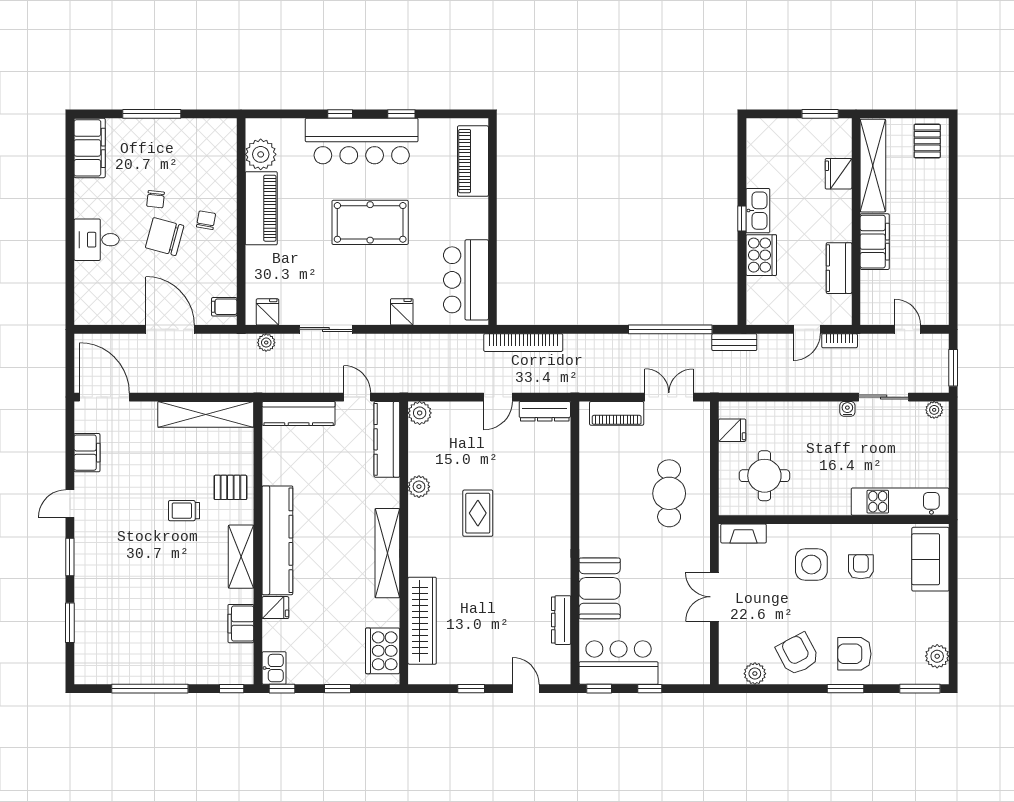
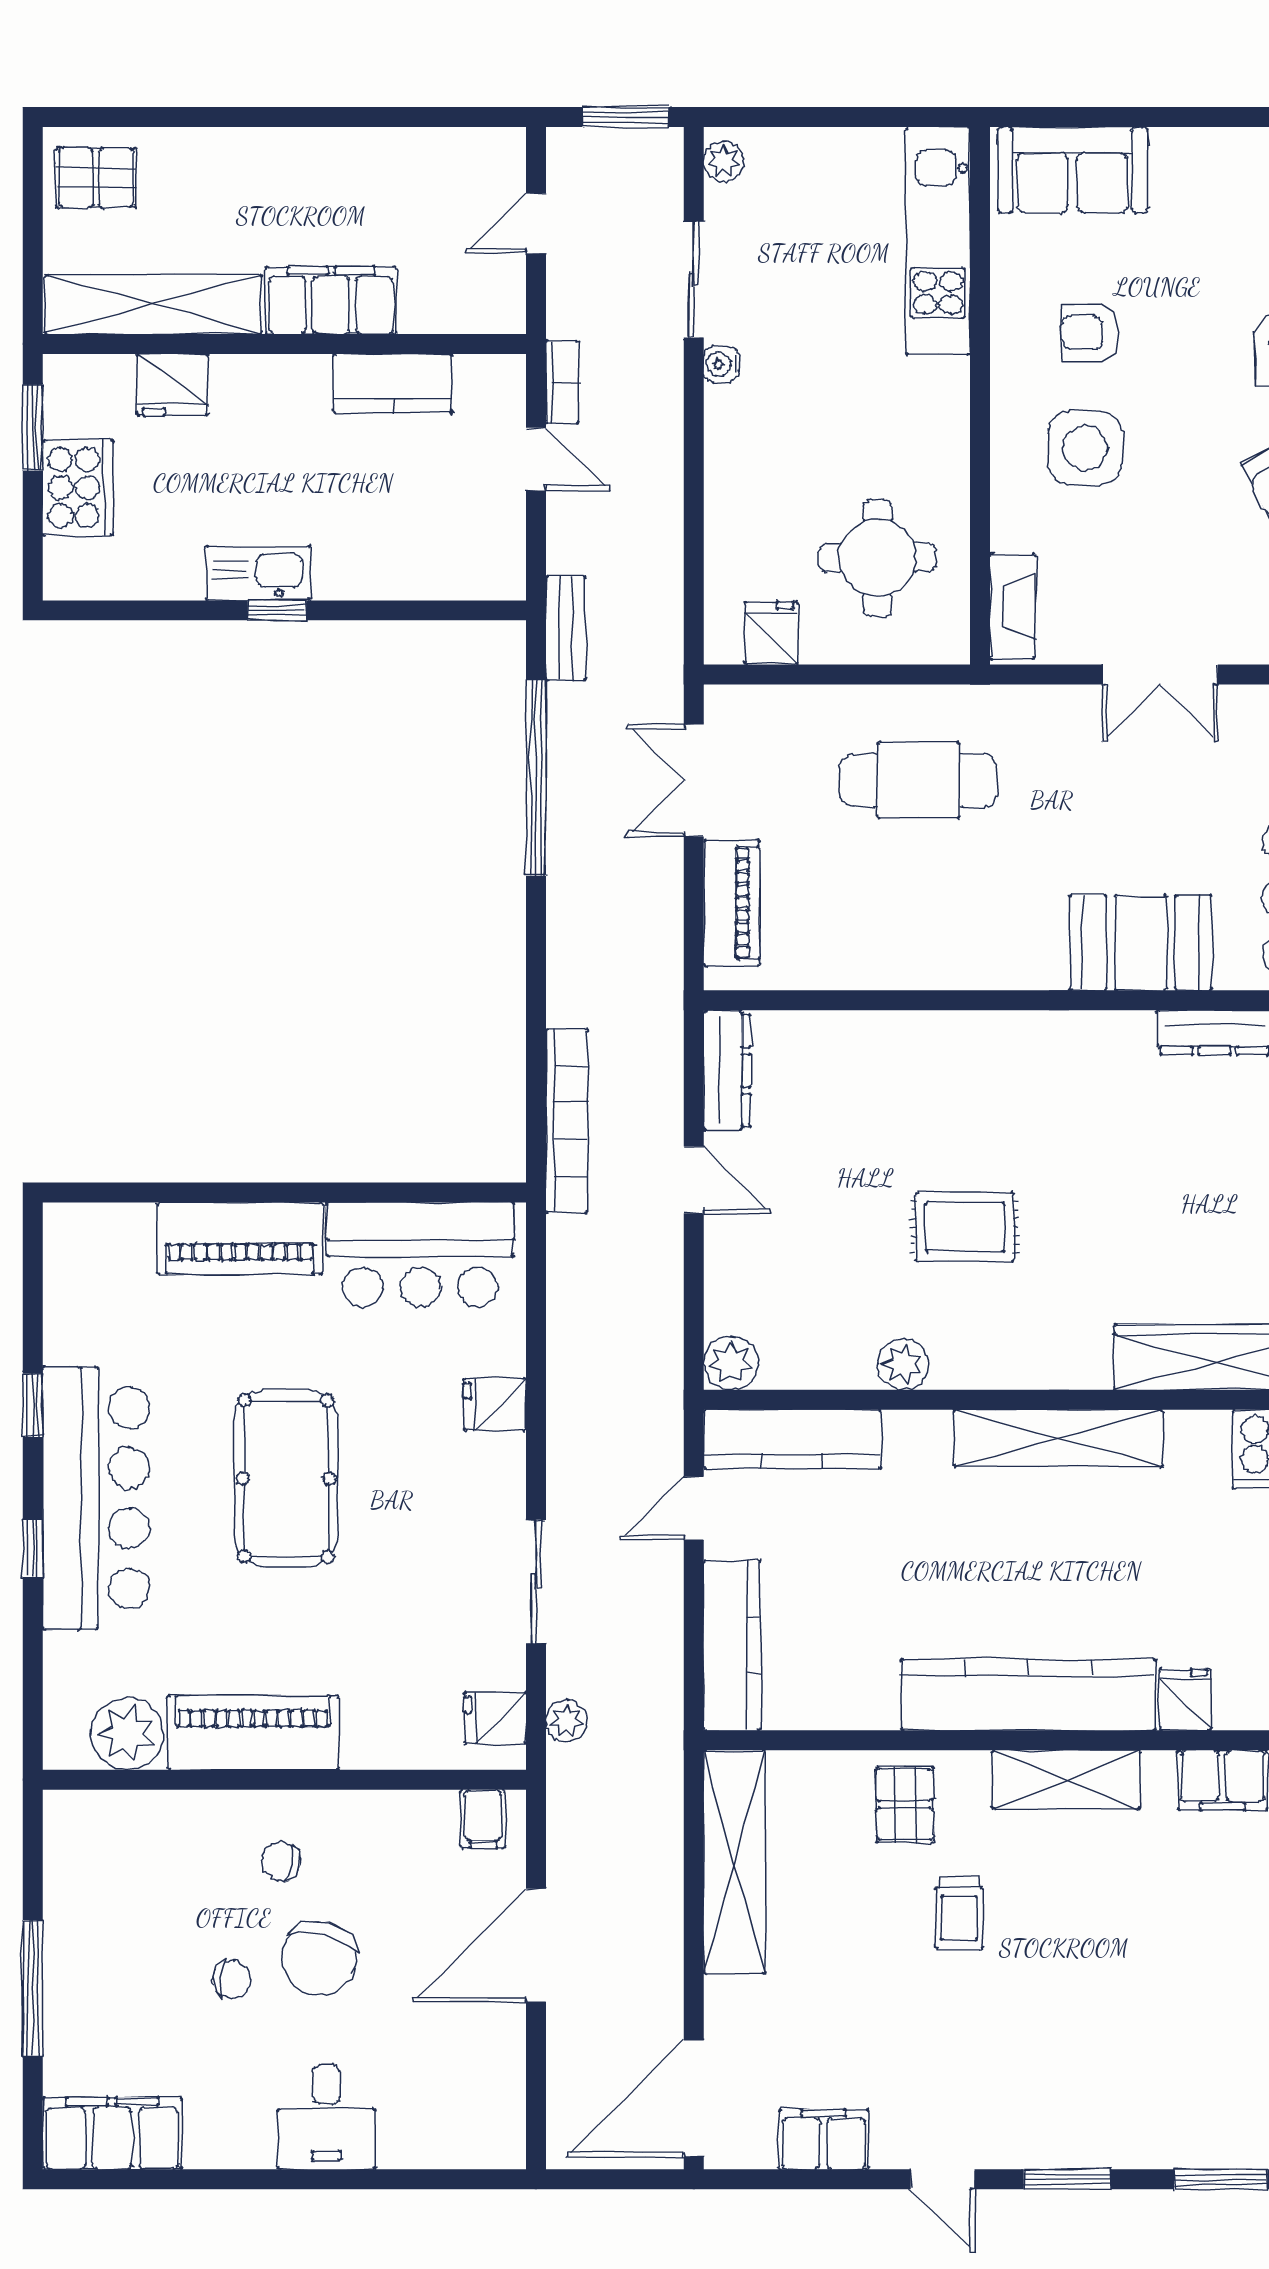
piano: (473, 161) -> (240, 1238), moved
cooker: (761, 255) -> (78, 488), moved, turned 90

